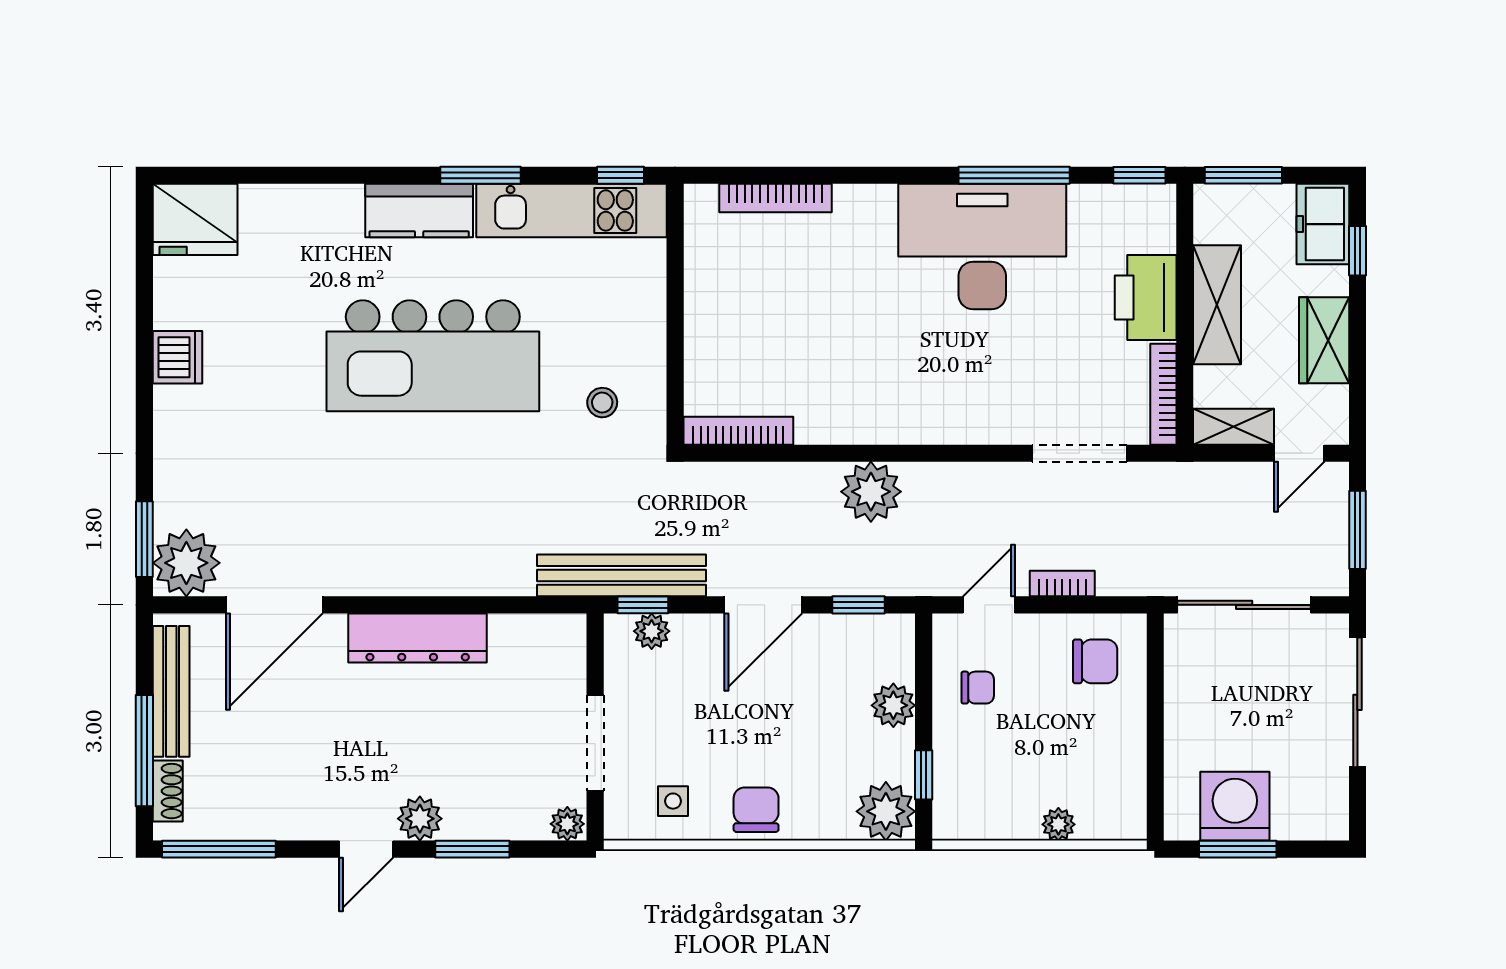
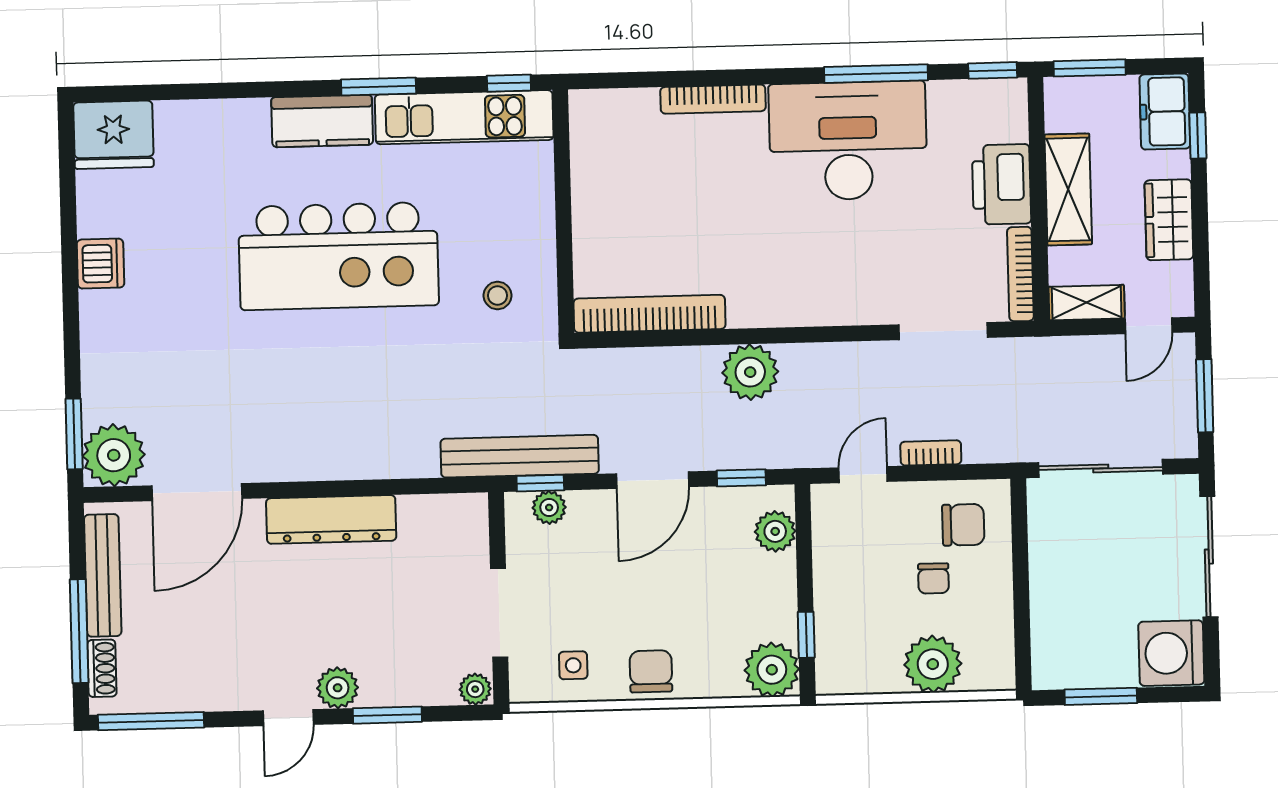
bookcase: (776, 198) -> (713, 99), moved
bookcase: (738, 431) -> (649, 314), width x1.48, depth x1.31
chair: (978, 688) -> (933, 578), moved, turned 90
plant: (893, 705) -> (775, 531), moved
washing machine: (1235, 806) -> (1171, 653), moved, turned -90
plant: (1058, 824) -> (933, 664), width x1.88, depth x1.88

